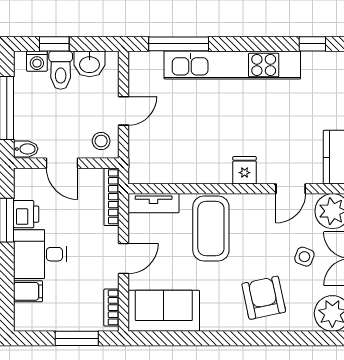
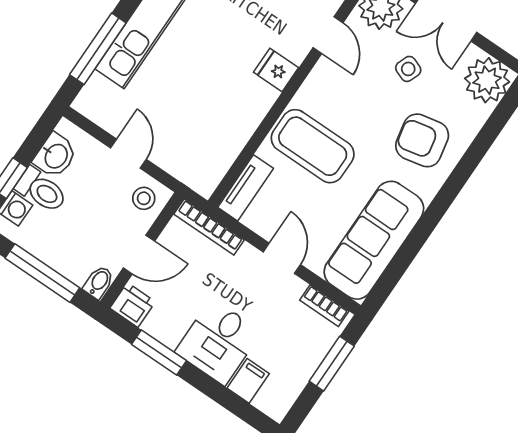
printer: (26, 214) -> (133, 305), moved
sofa: (164, 311) -> (374, 240), width x1.36

